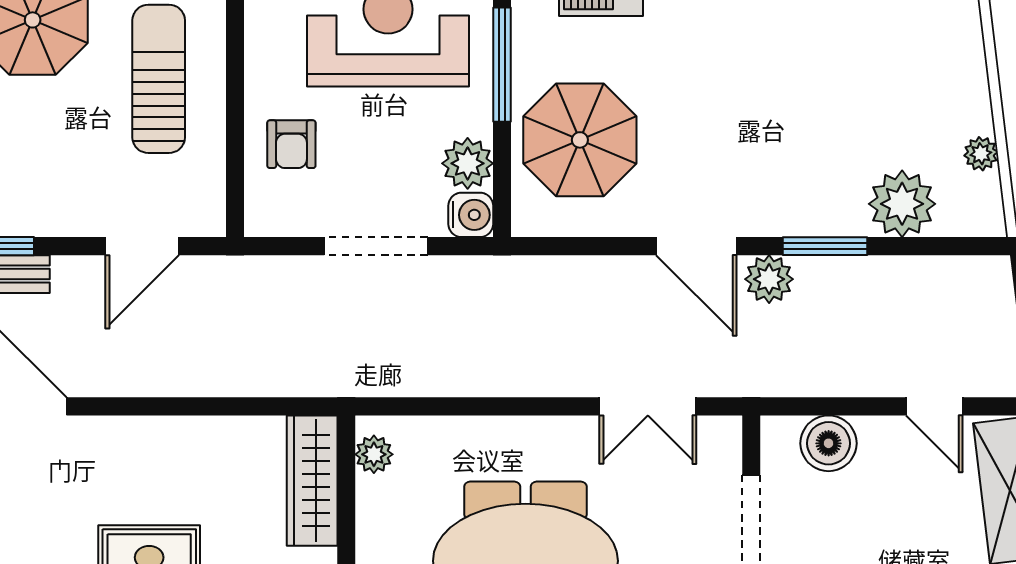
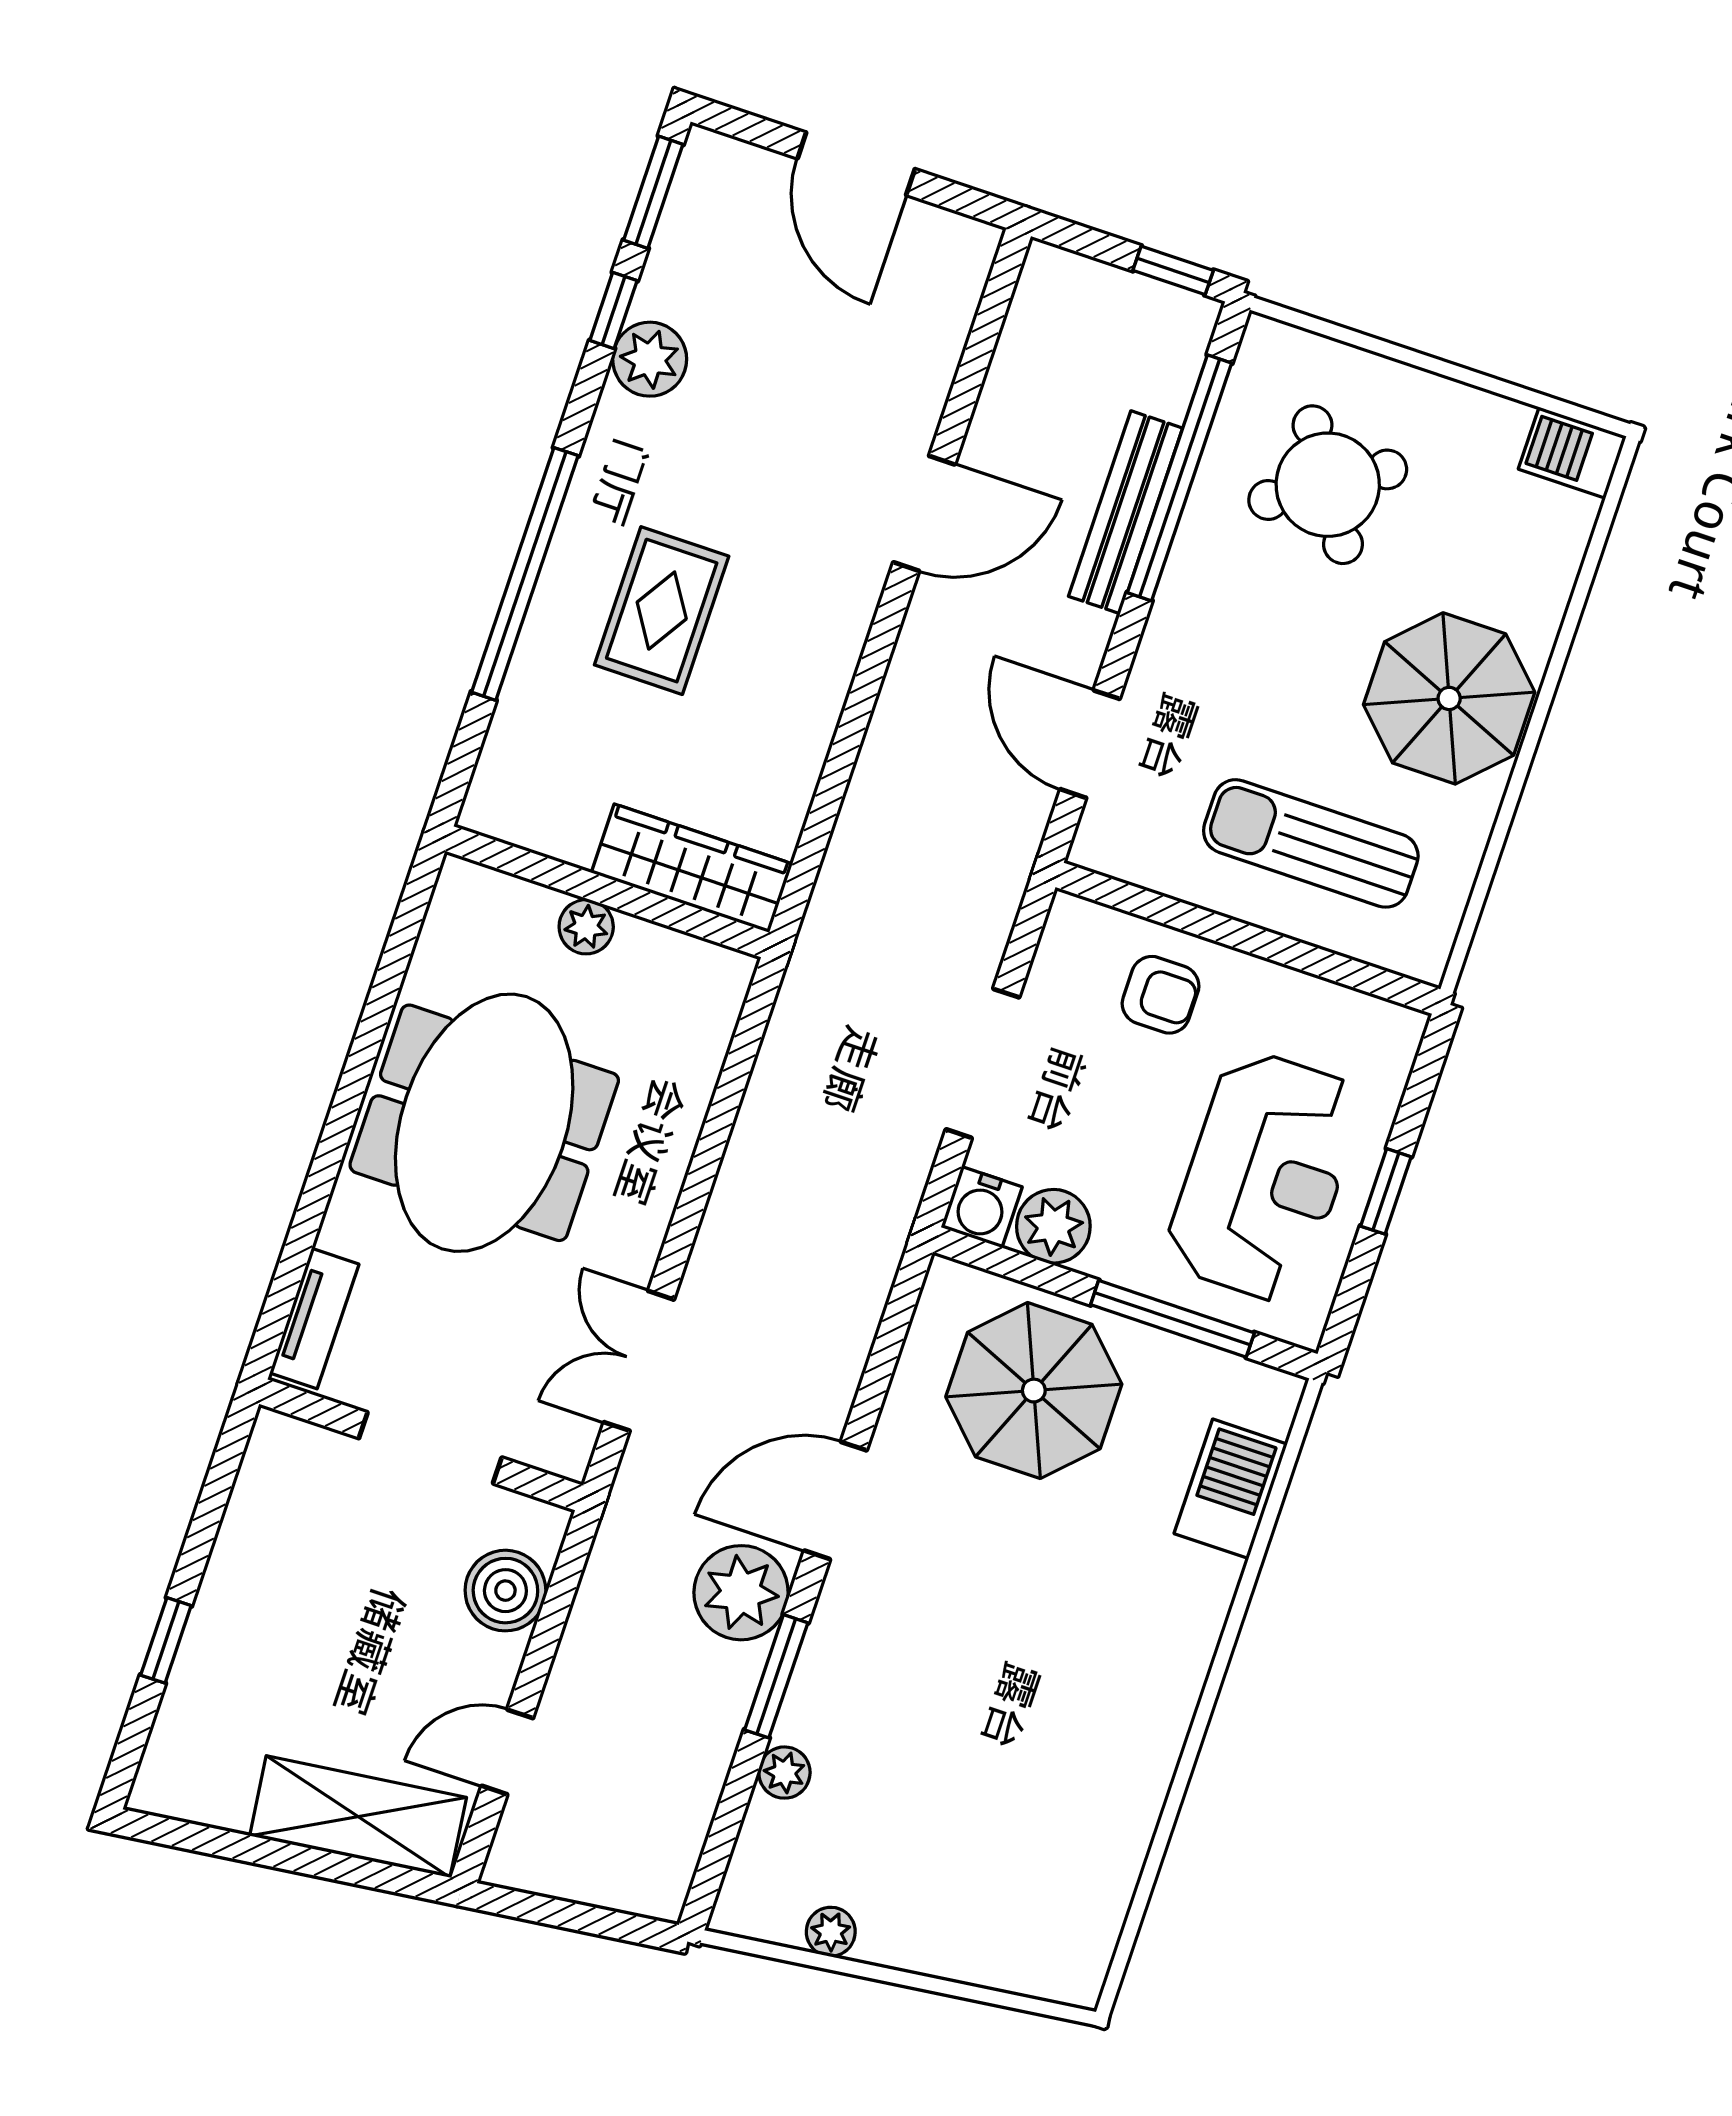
sun lounger: (159, 79) -> (1311, 843), turned 180
armchair: (291, 144) -> (1161, 995), turned 180
plant: (902, 204) -> (784, 1773), width x0.53, depth x0.53
plant: (769, 279) -> (741, 1593), width x1.36, depth x1.36
plant: (374, 454) -> (586, 927), moved

